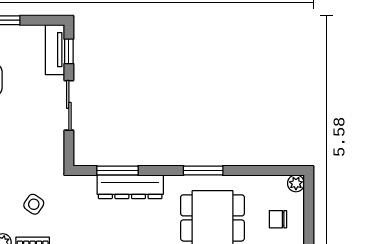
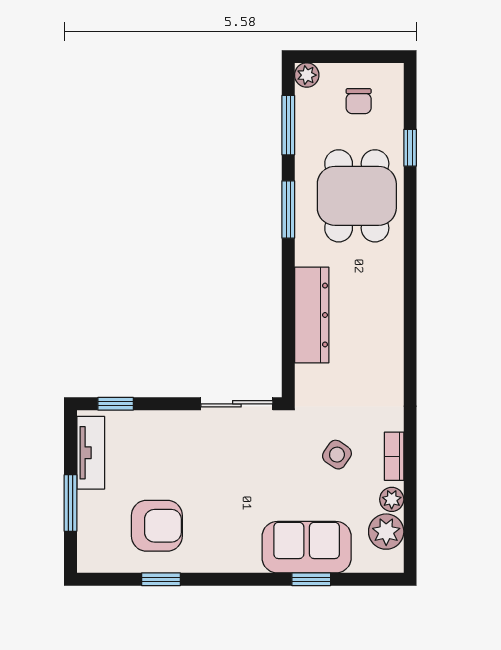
tv unit: (55, 50) -> (91, 453), moved, turned -90
sliding door: (69, 105) -> (237, 404), moved
window: (117, 171) -> (288, 125), moved

